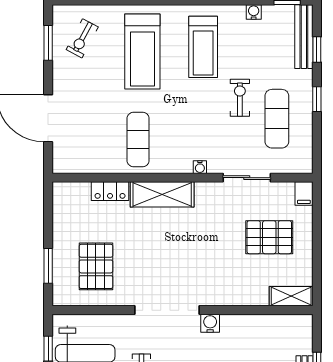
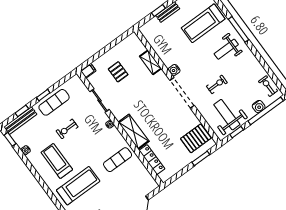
treadmill: (203, 47) -> (57, 161), turned -90
exercise mat: (277, 119) -> (54, 102), moved
locker: (110, 191) -> (152, 160), width x1.53
pallet: (269, 237) -> (118, 72), width x0.67, depth x0.71
pallet: (96, 266) -> (196, 138), moved
shelving: (291, 296) -> (150, 62), moved

